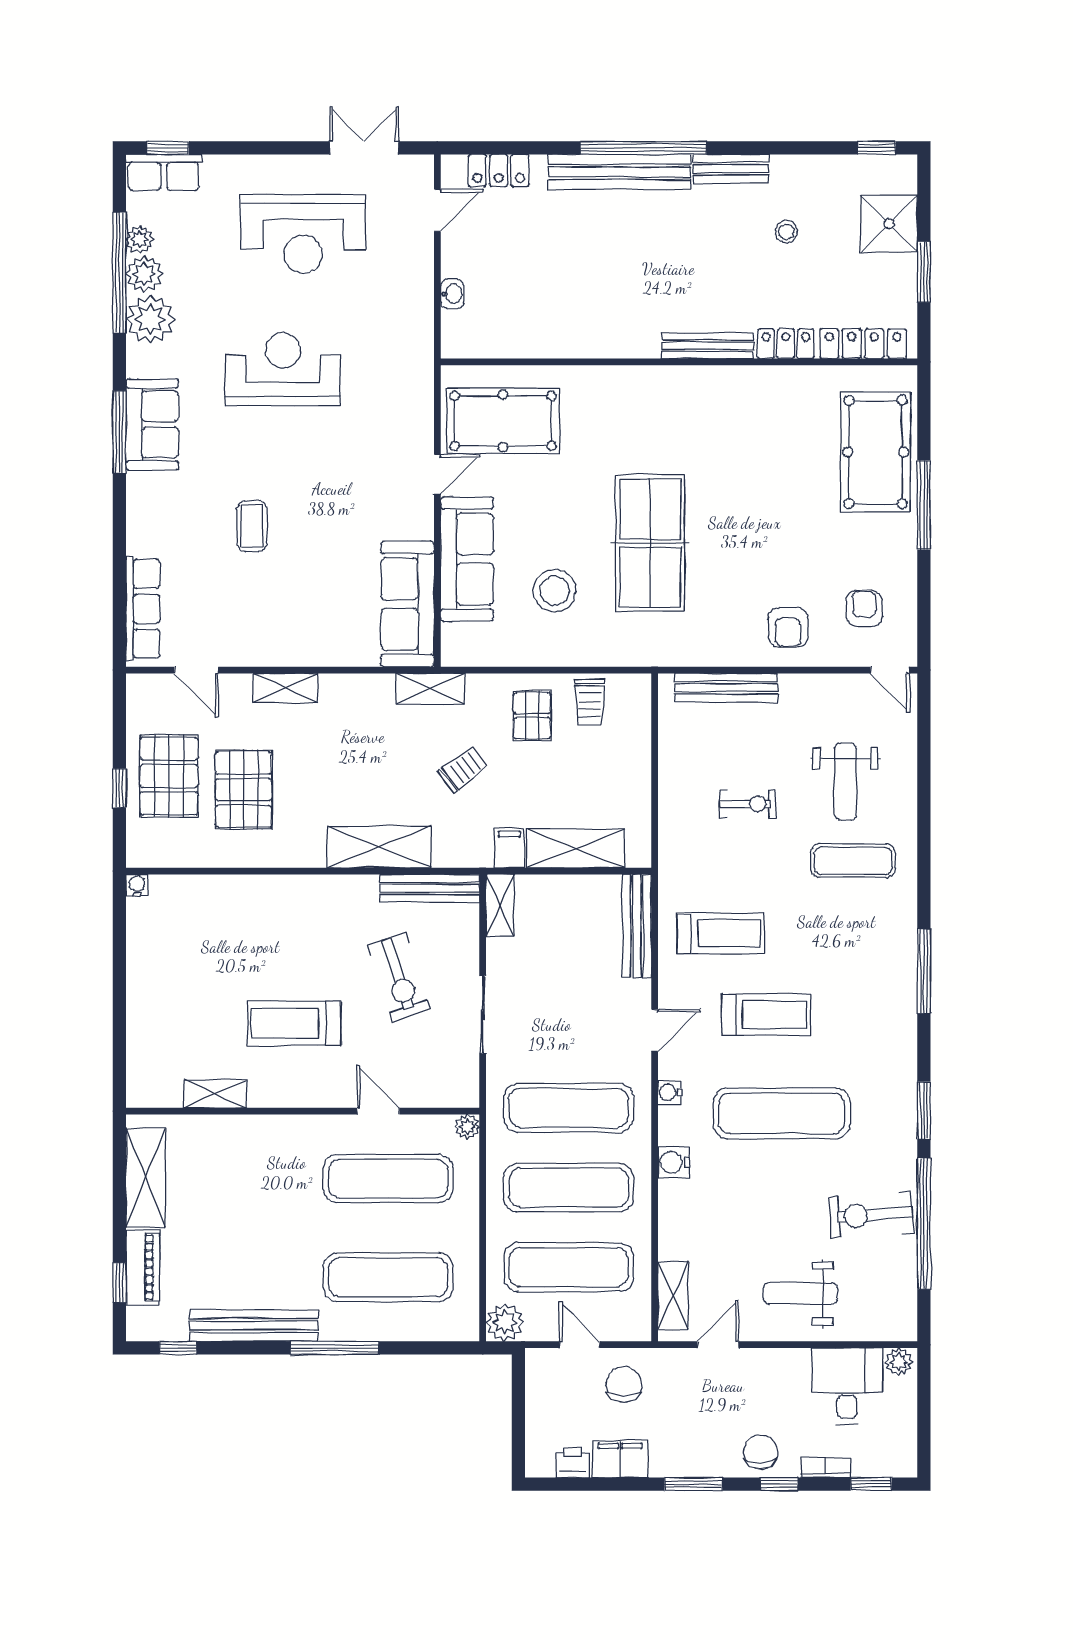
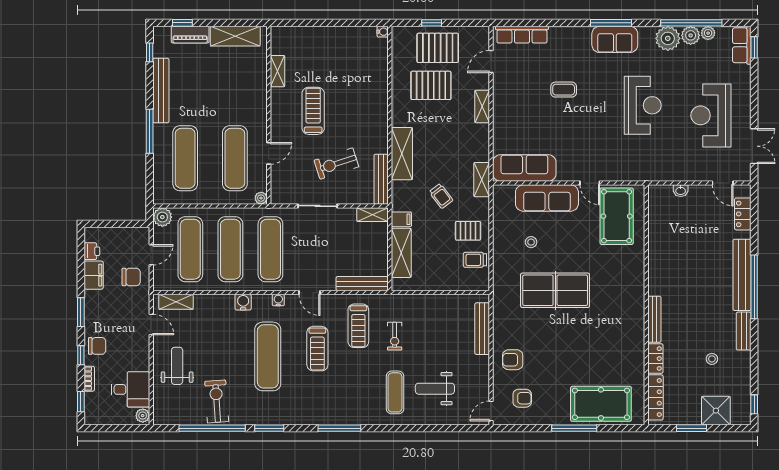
stool: (555, 591) -> (531, 242), width x0.53, depth x0.53
exercise bike: (748, 804) -> (395, 336), moved

